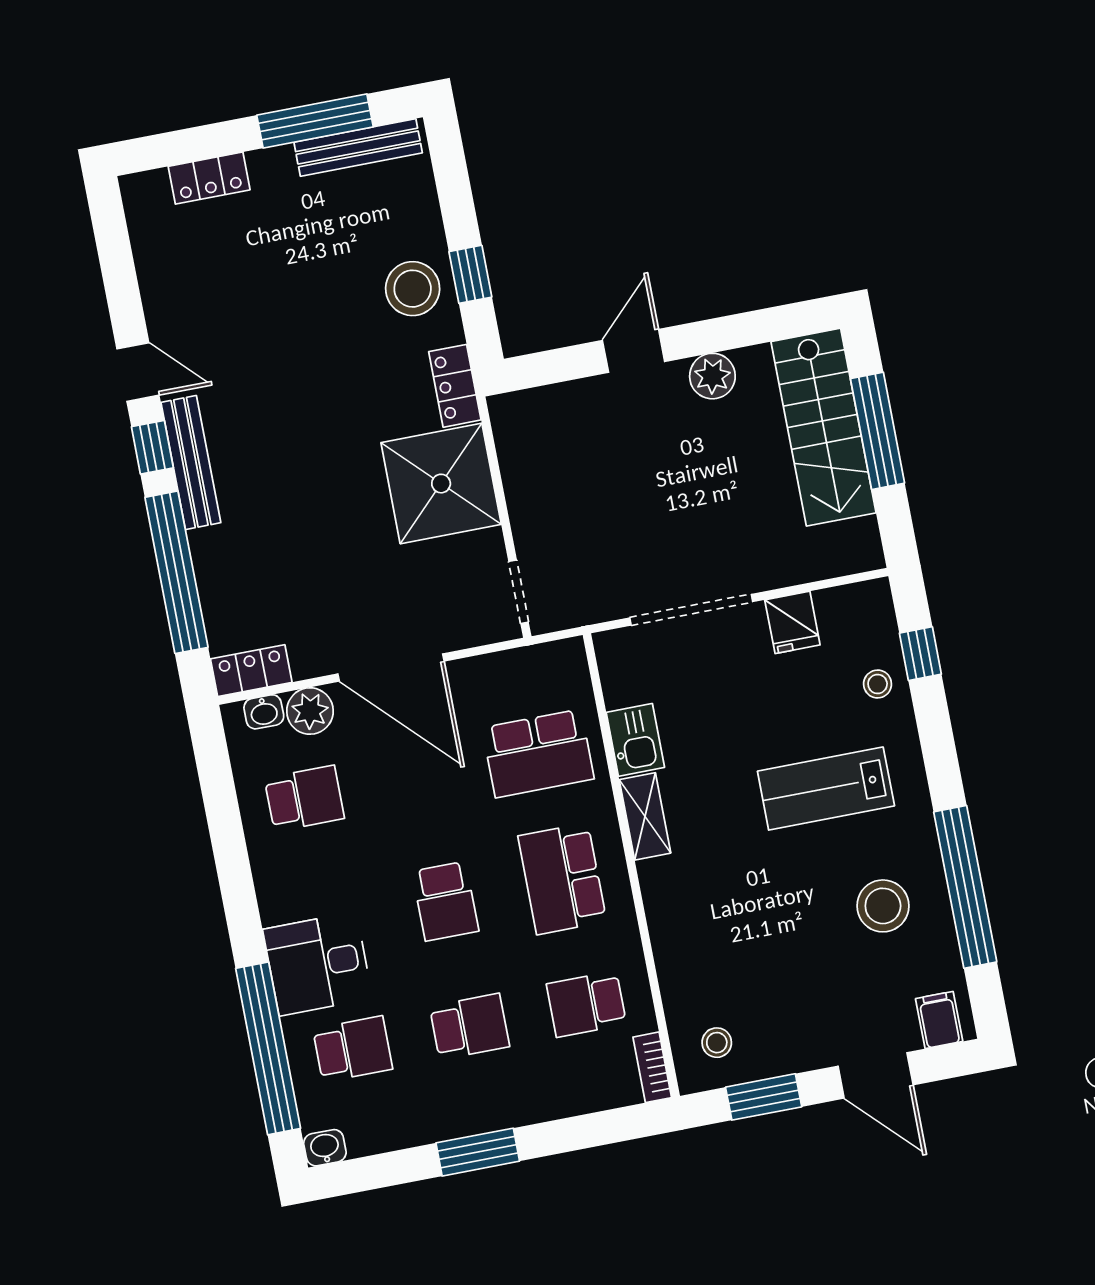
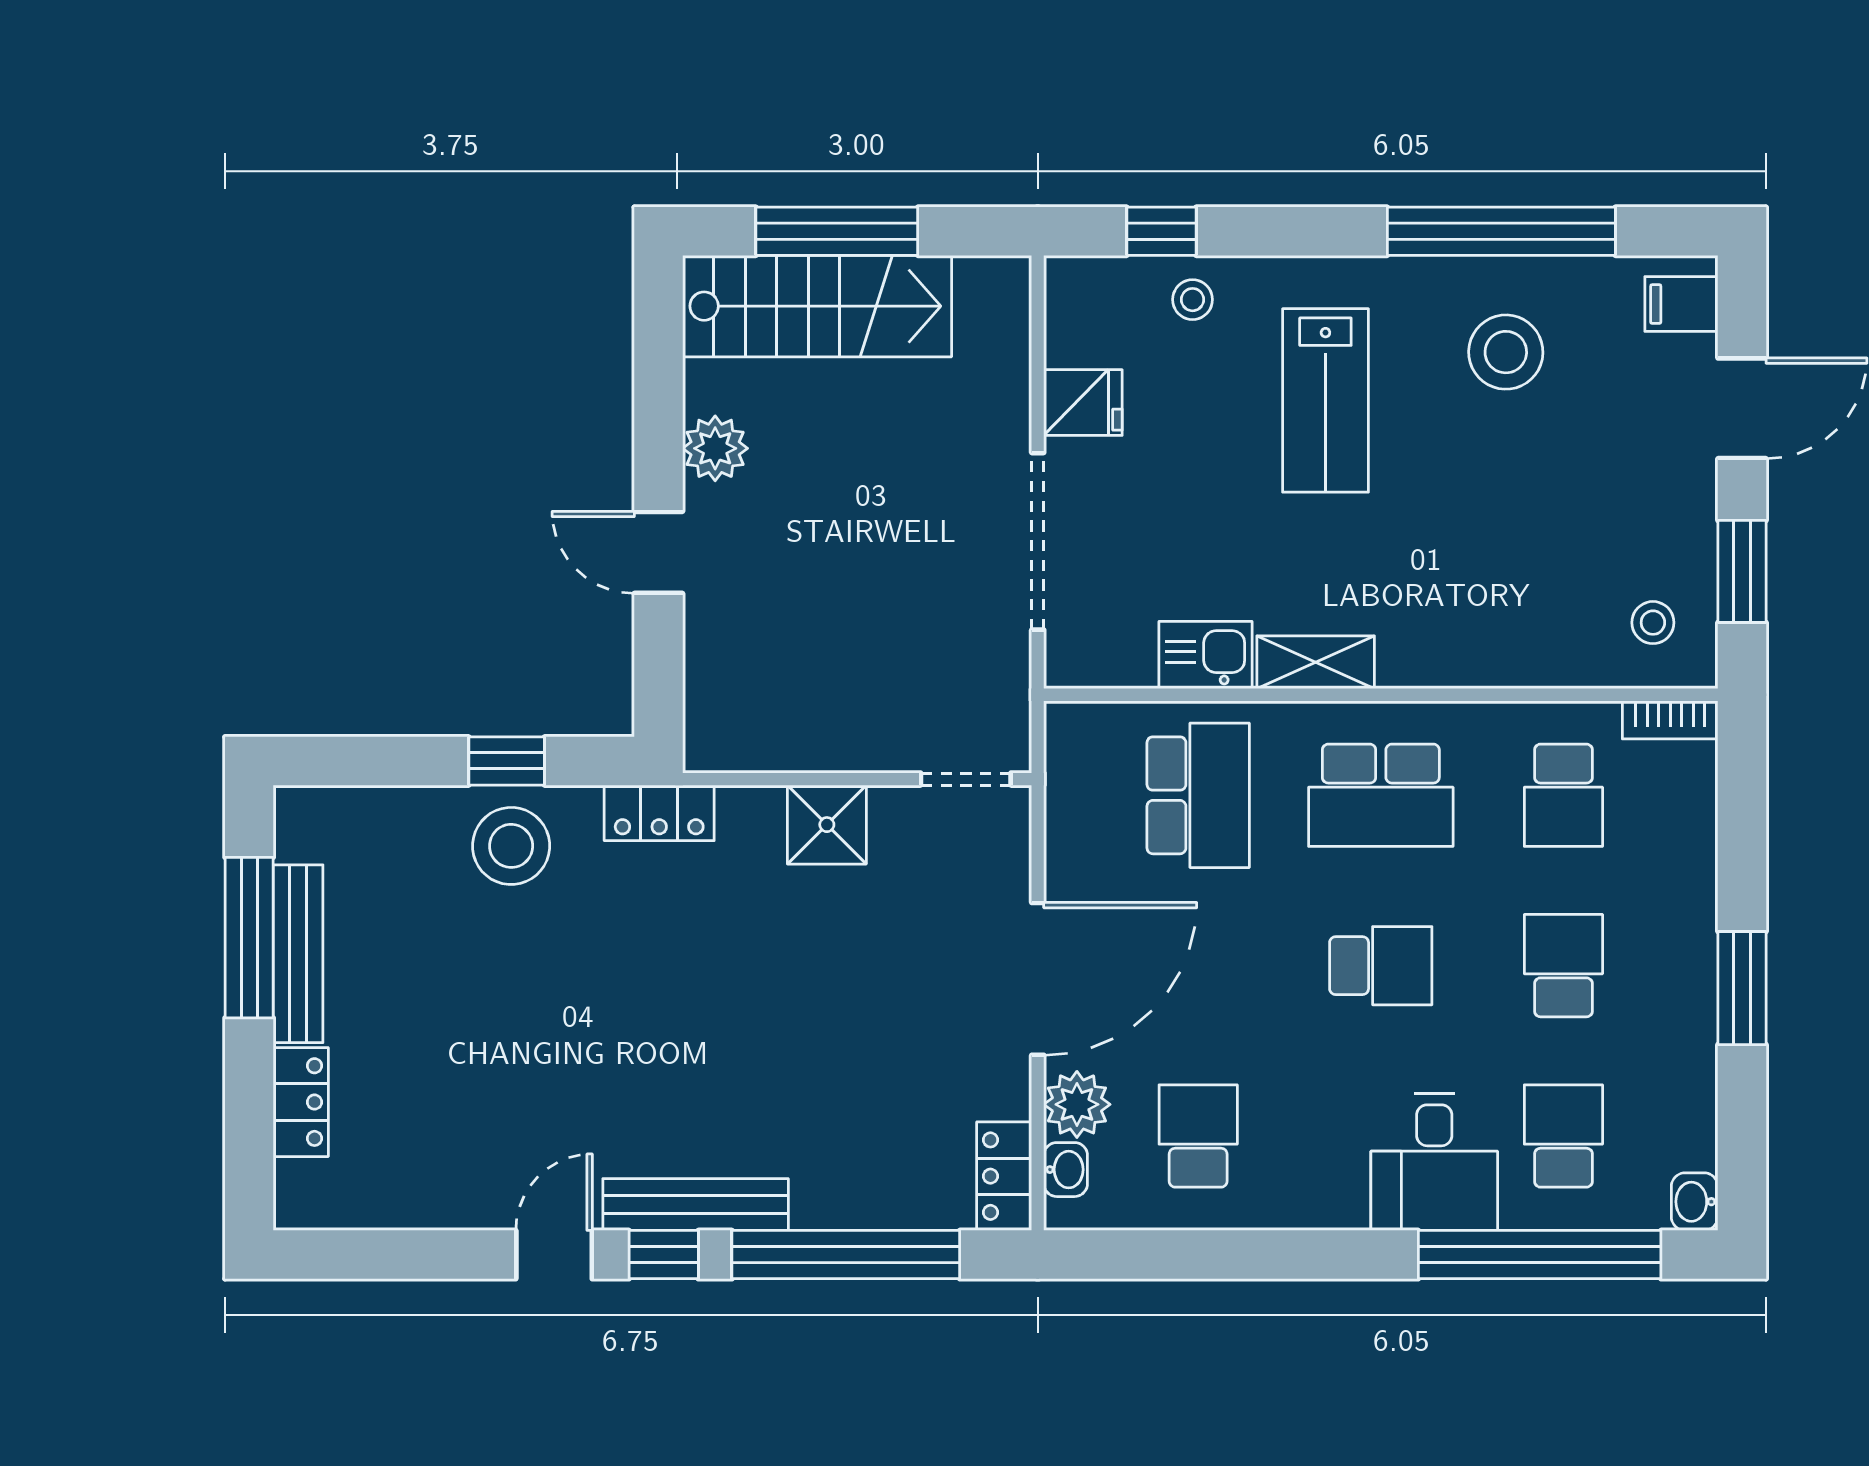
bench: (358, 147) -> (298, 954), moved
shower: (441, 484) -> (827, 825), width x0.54, depth x0.54

